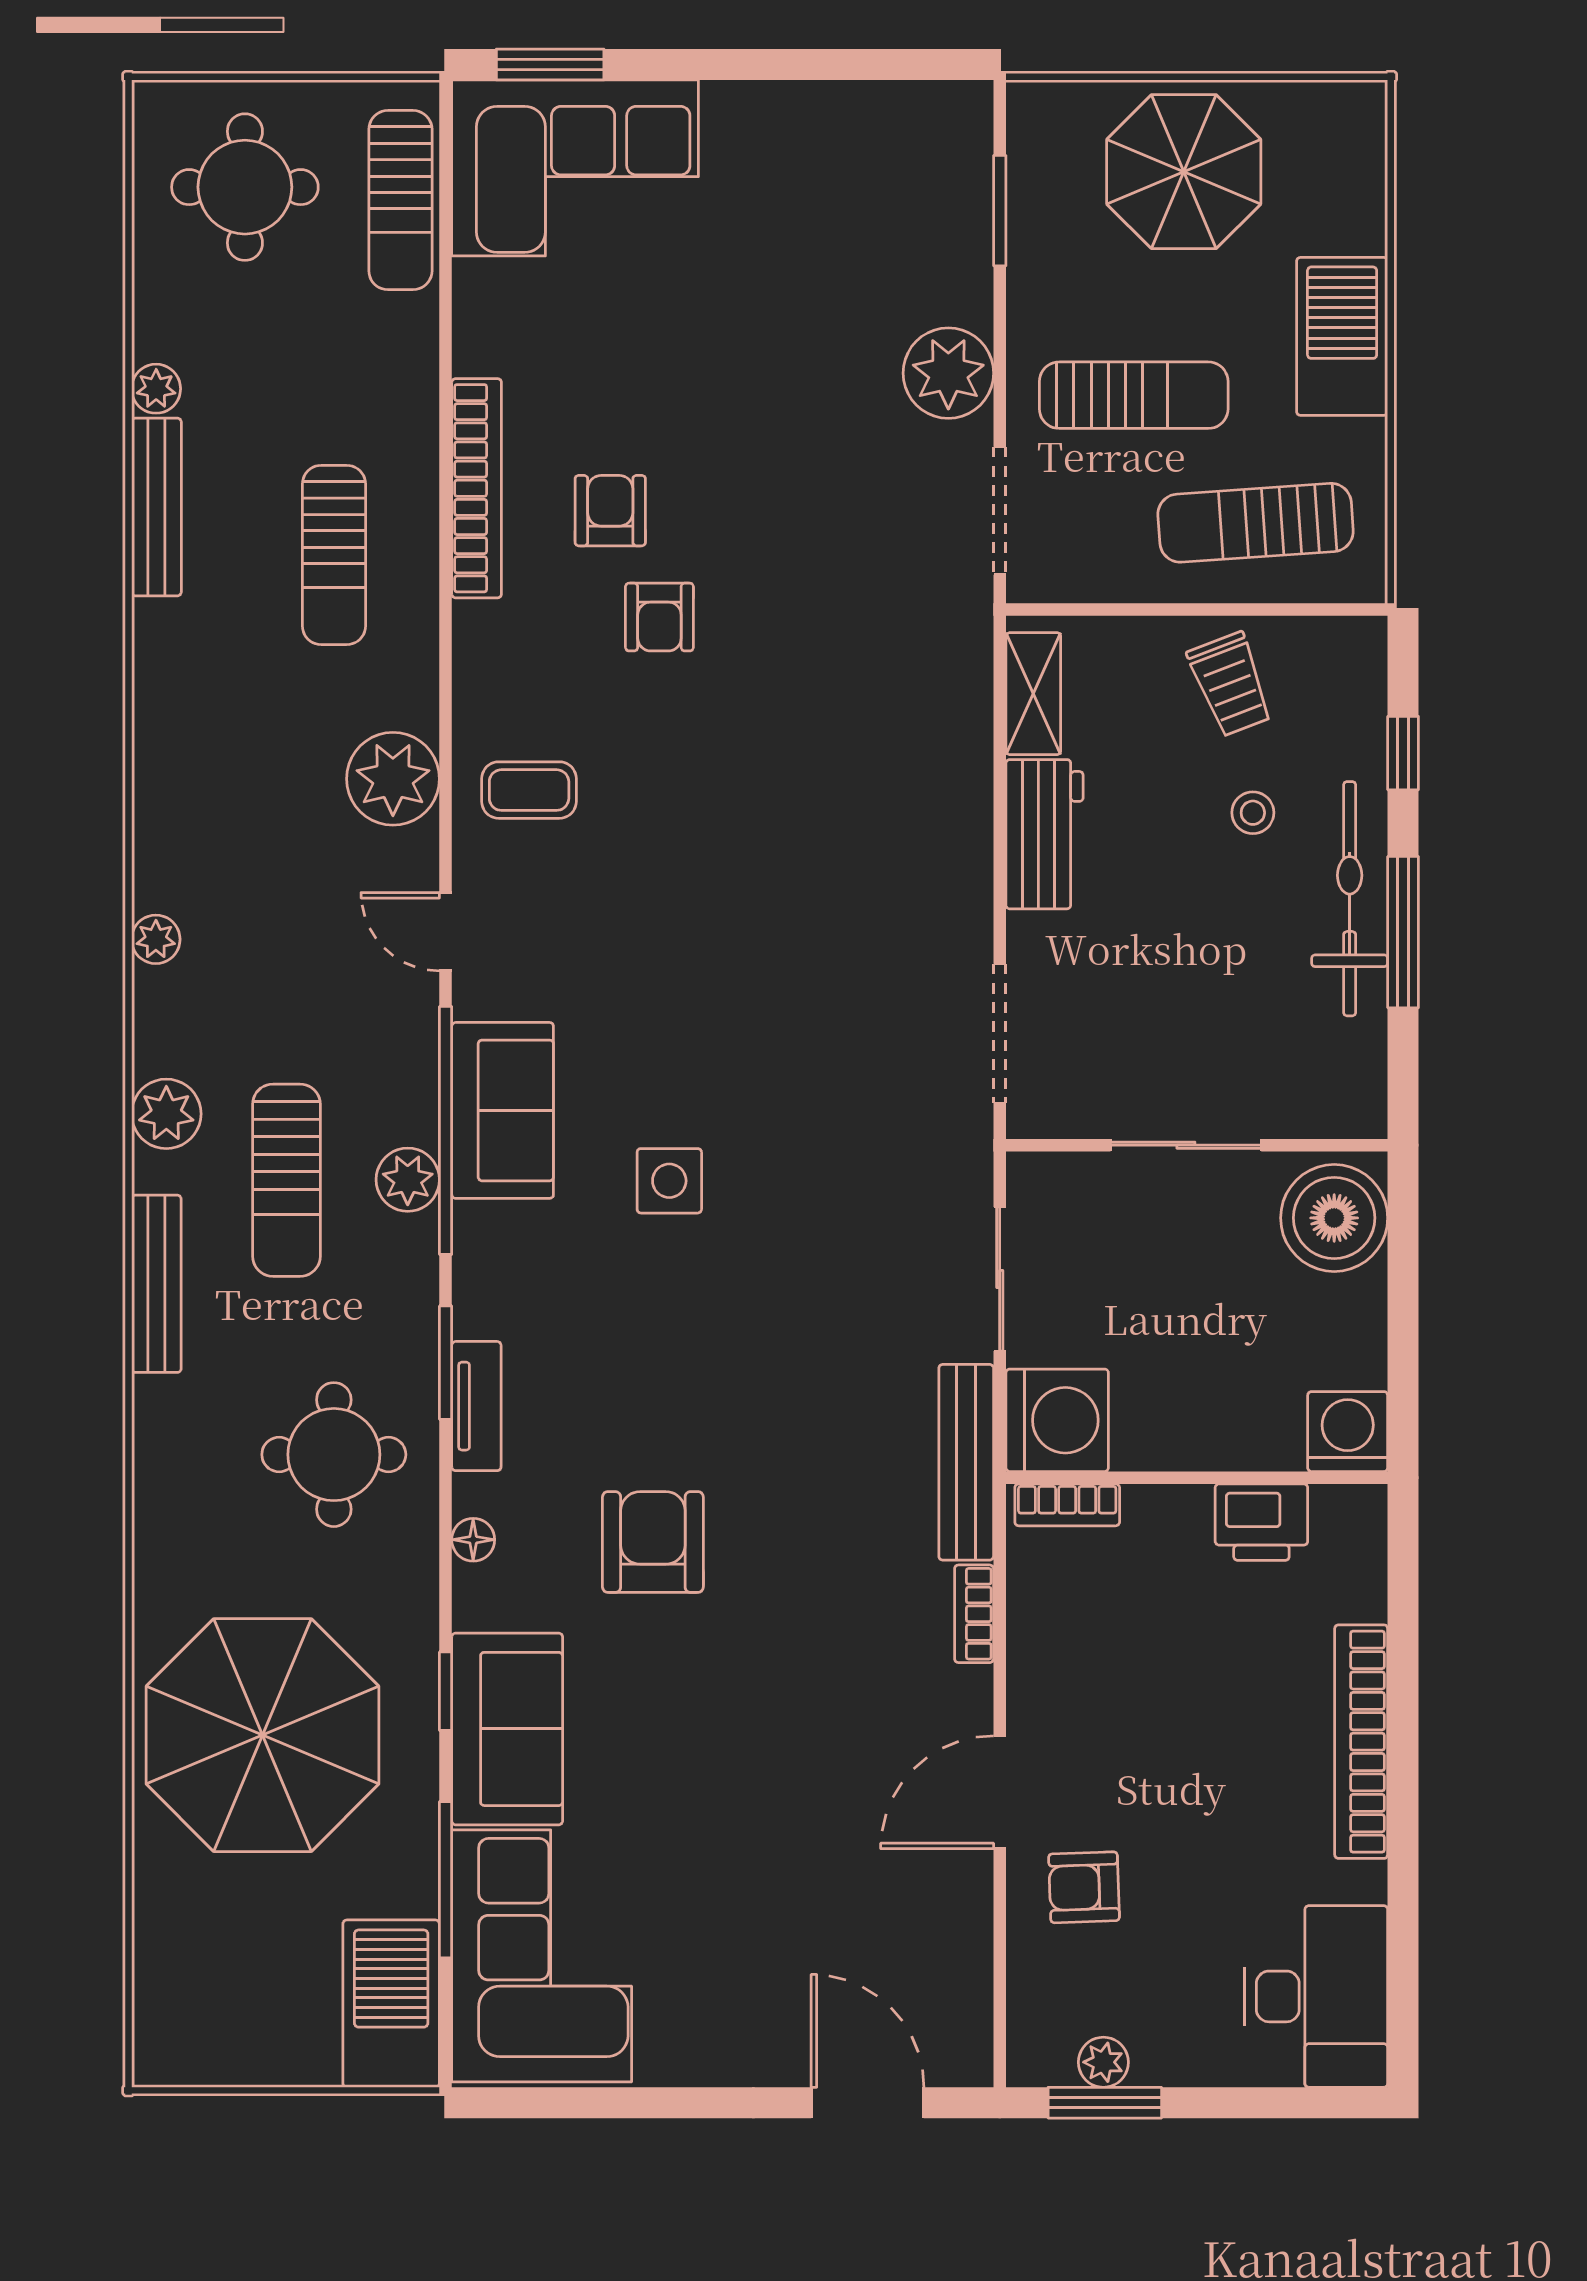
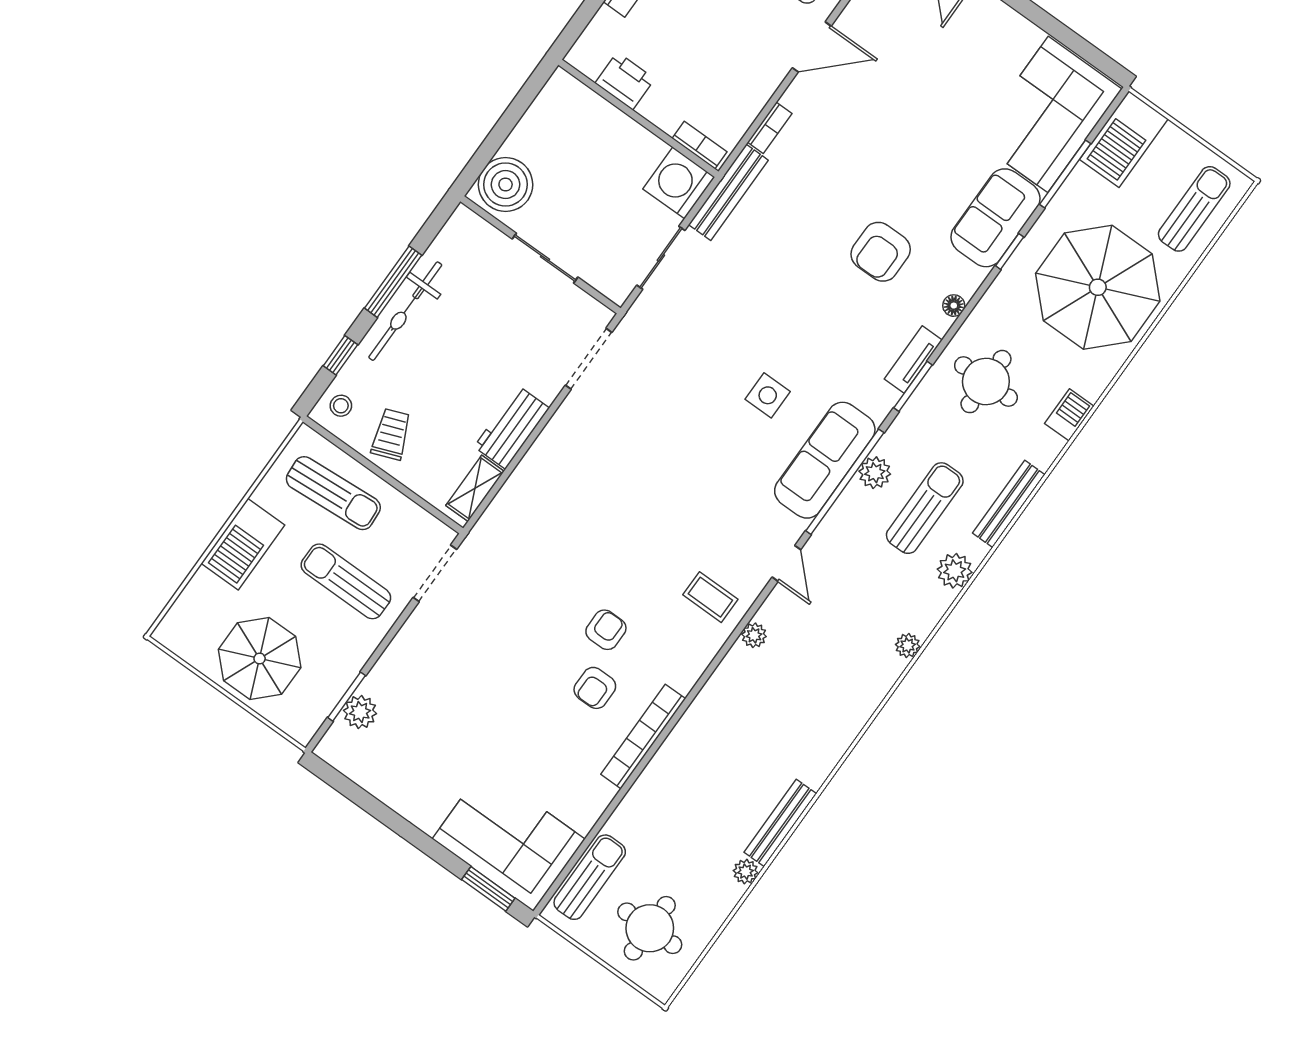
plant: (948, 373) -> (360, 712), moved, width x0.73, depth x0.73
sun lounger: (334, 555) -> (1194, 209), moved
plant: (393, 779) -> (754, 635), width x0.53, depth x0.53
stool: (1253, 813) -> (341, 406), moved
sofa: (503, 1110) -> (825, 460), width x1.36
washing machine: (1348, 1432) -> (563, 93), removed
barbecue: (162, 1497) -> (1069, 415), added

